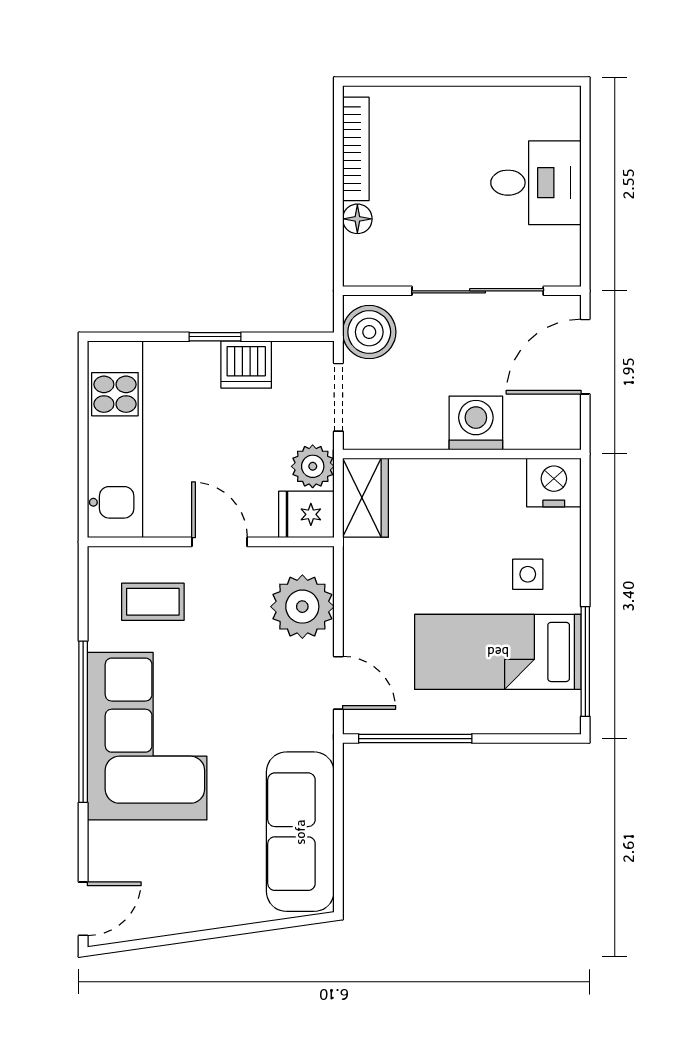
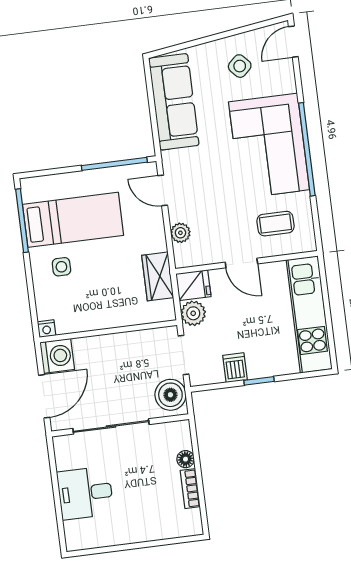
bookcase: (356, 149) -> (190, 489), width x0.64
dishwasher: (246, 365) -> (235, 368), width x0.73
washing machine: (476, 423) -> (57, 356), moved, turned -90
nightstand: (554, 483) -> (47, 329), width x0.53, depth x0.56
wardrobe: (365, 498) -> (158, 276), moved
plant: (302, 607) -> (180, 233), width x0.53, depth x0.53
side table: (180, 879) -> (240, 66), added

